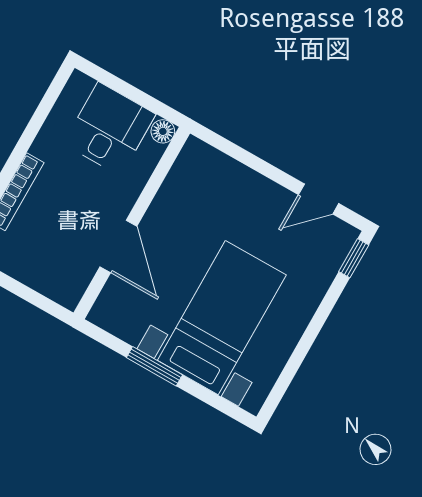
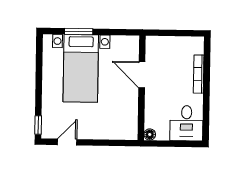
desk: (109, 129) -> (186, 123), moved
window: (154, 366) -> (79, 31), moved

